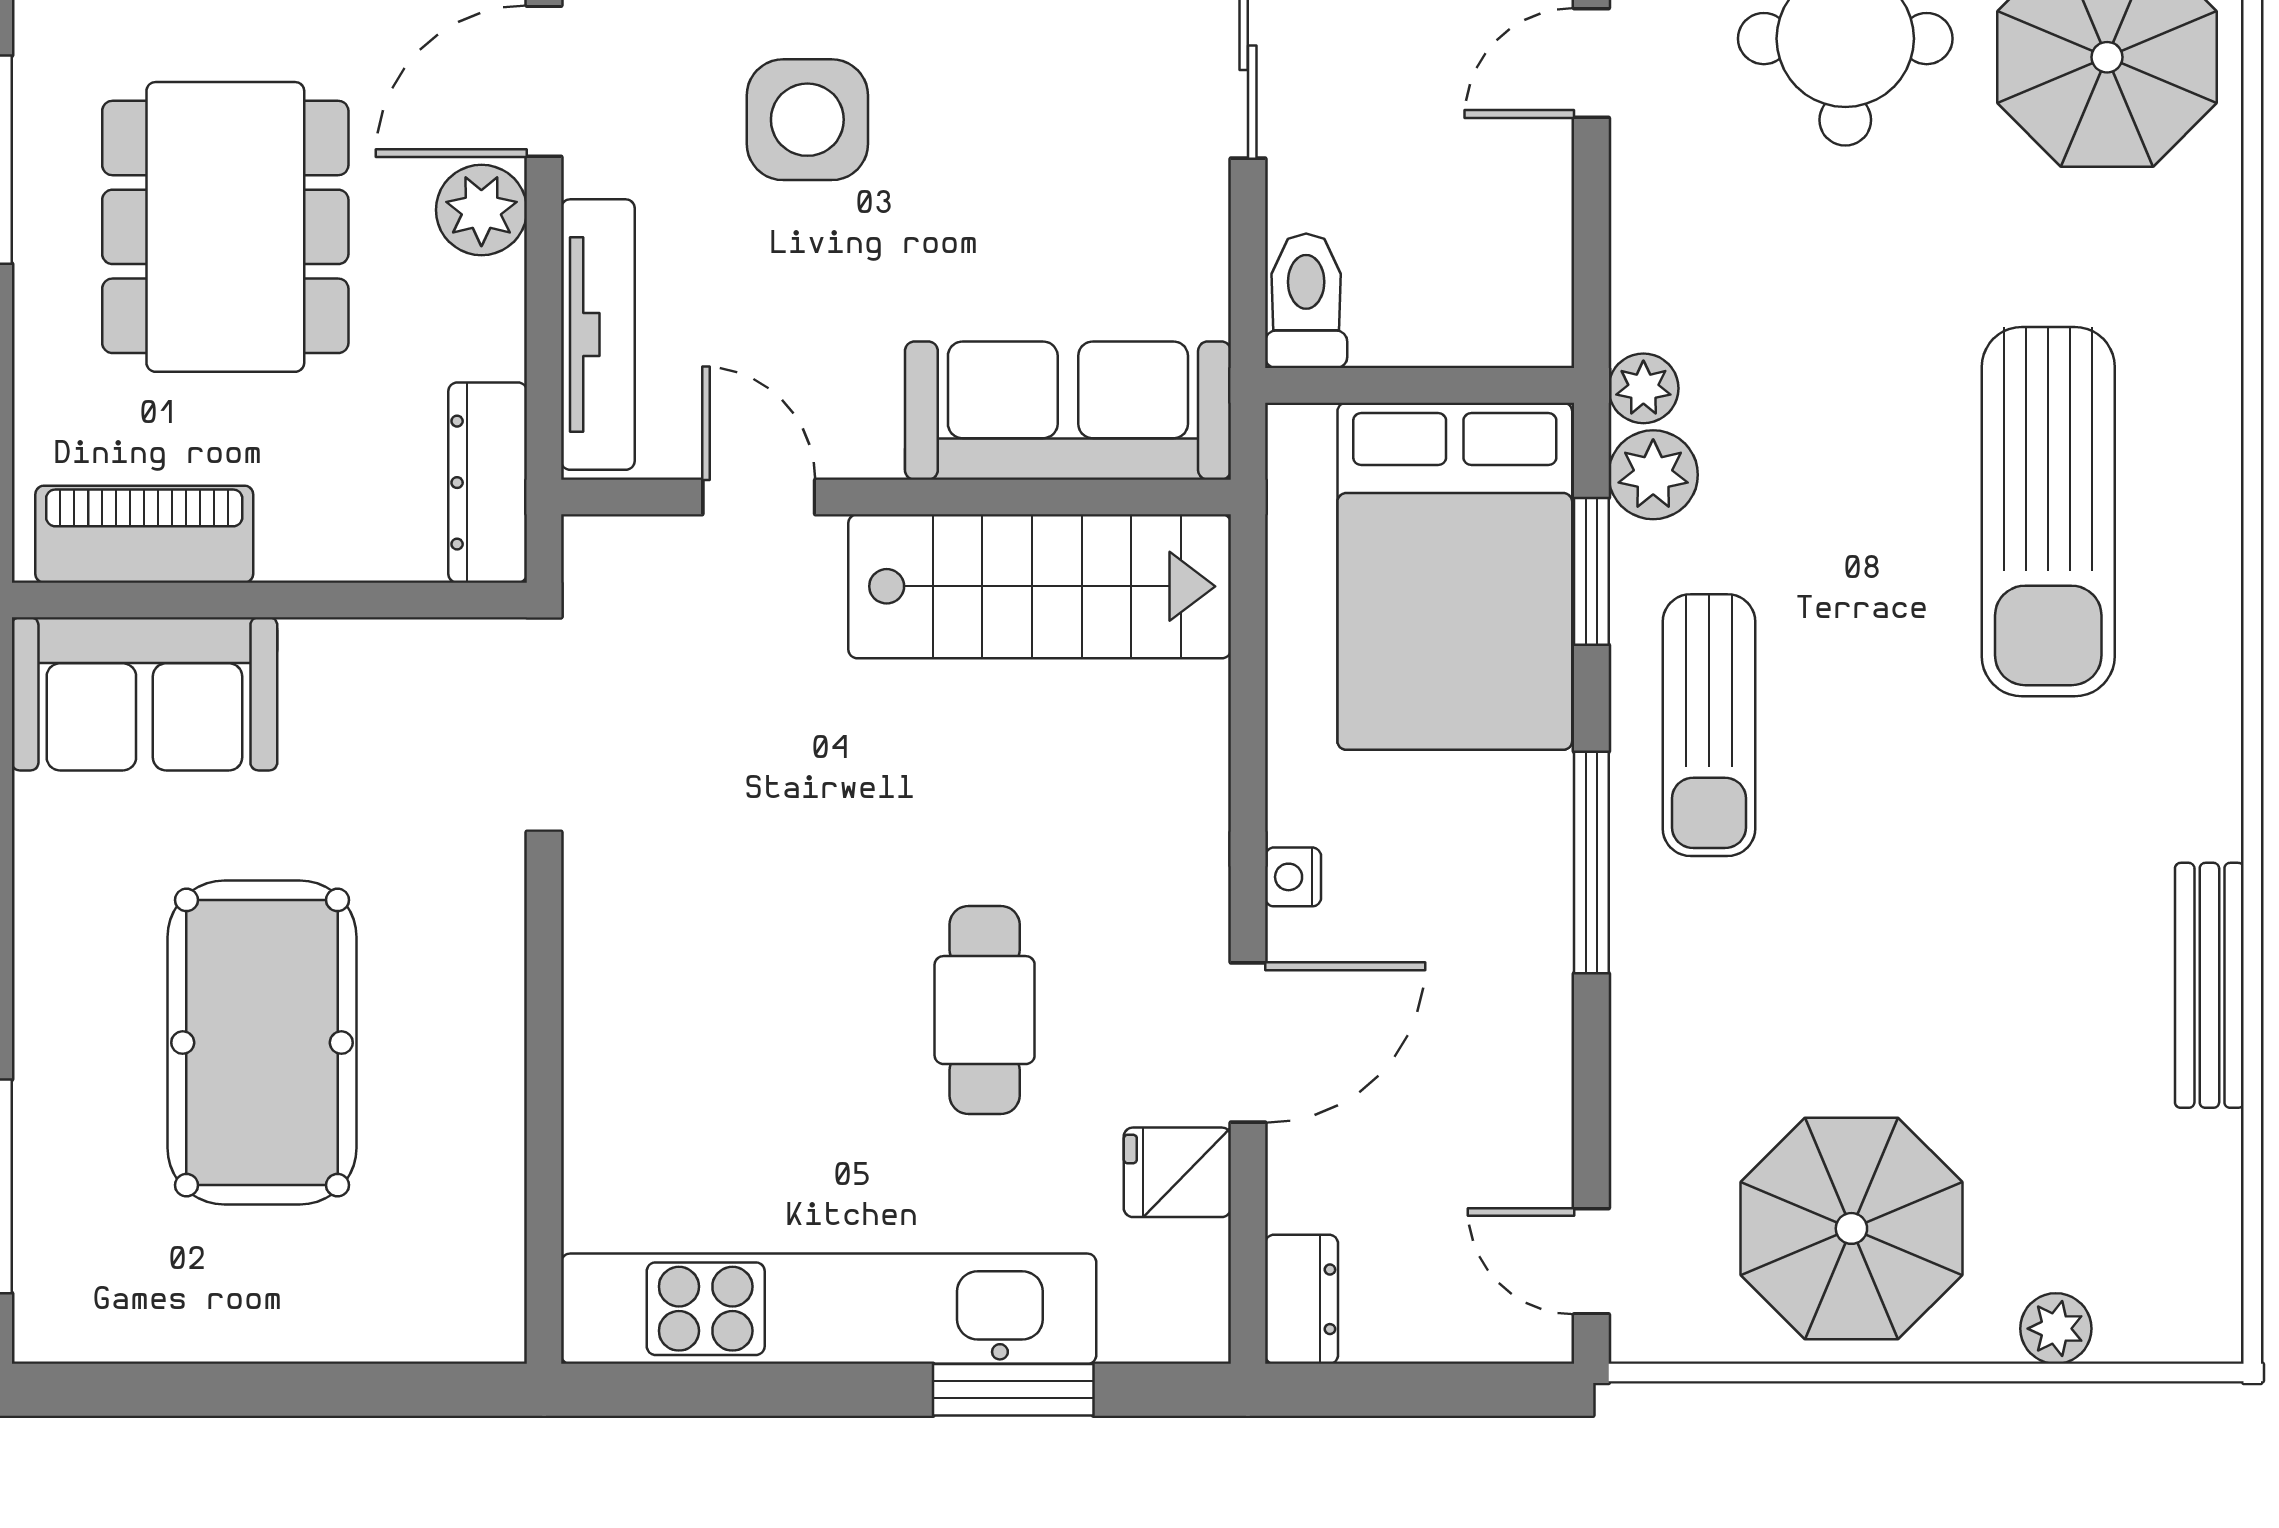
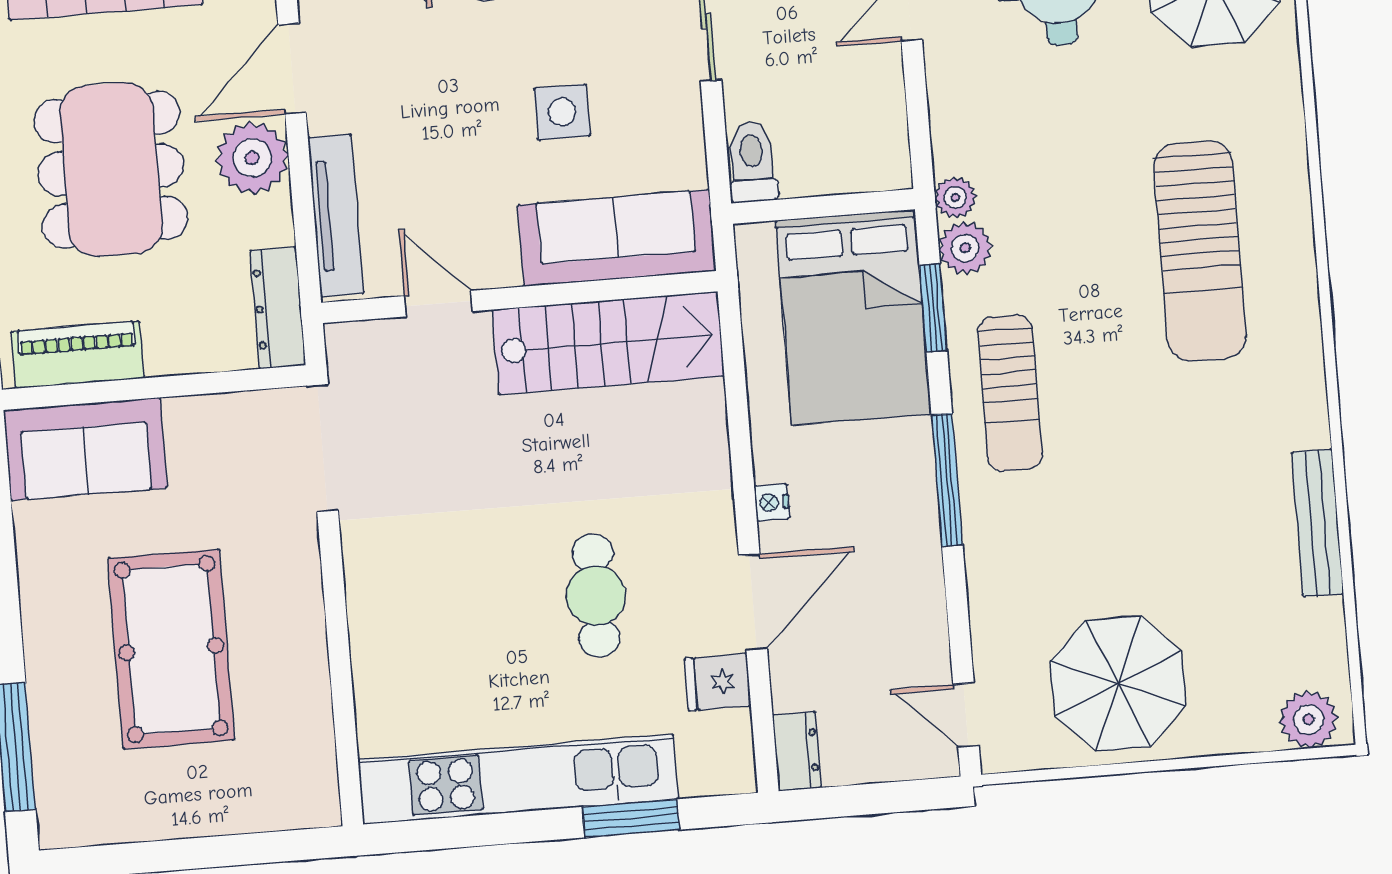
side table: (807, 120) -> (562, 112), moved, width x0.73, depth x0.73
plant: (481, 210) -> (252, 158), width x1.36, depth x1.36
plant: (2056, 1329) -> (1309, 720), moved, width x1.38, depth x1.38

